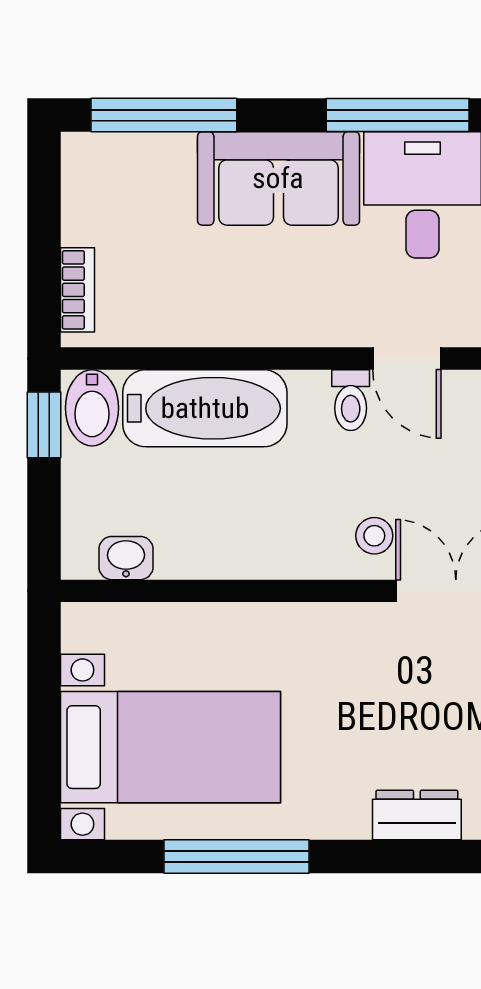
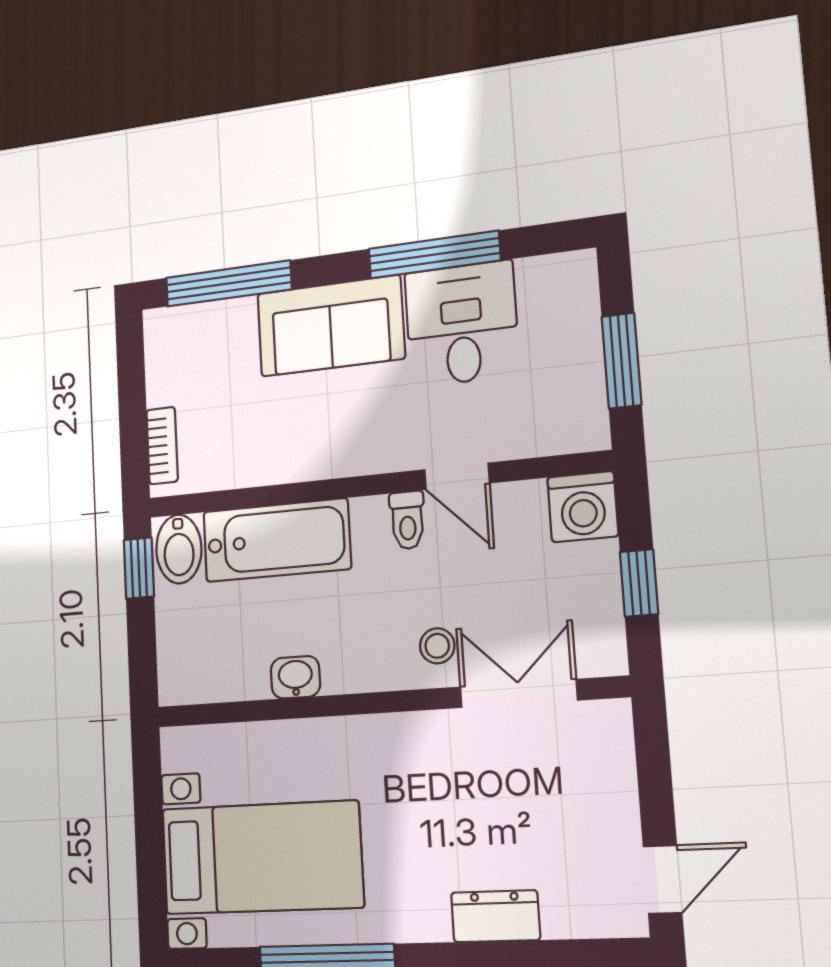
washbasin: (126, 558) -> (295, 677), moved

